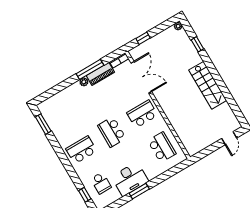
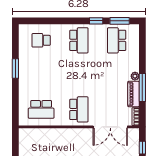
school desk: (112, 132) -> (117, 40), moved, turned -90
desk: (130, 179) -> (30, 67), removed
window: (85, 195) -> (96, 21), moved

